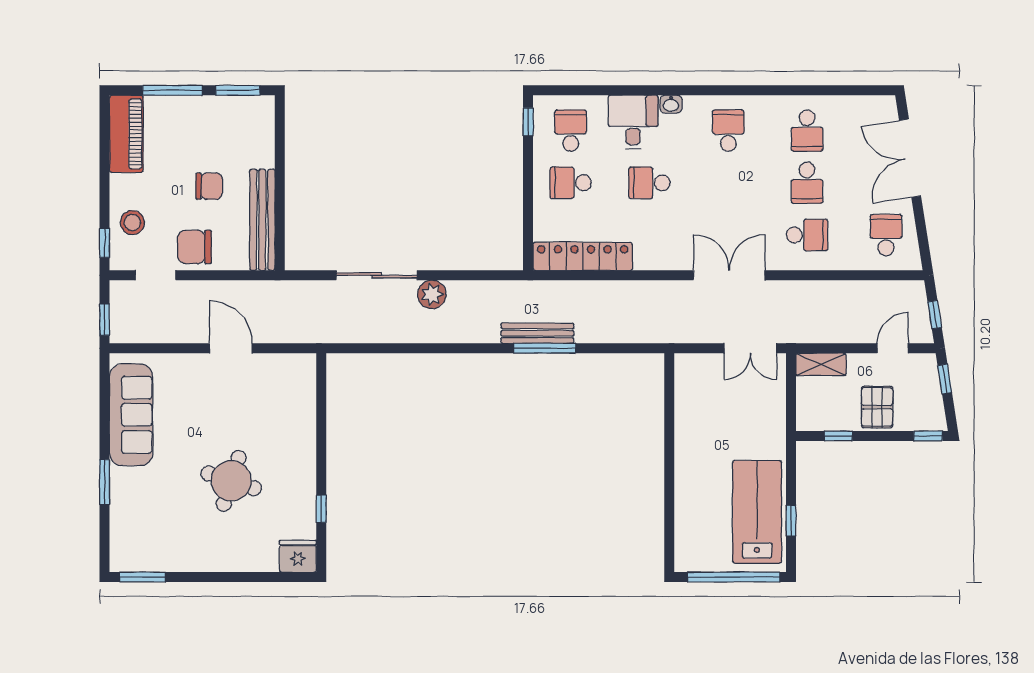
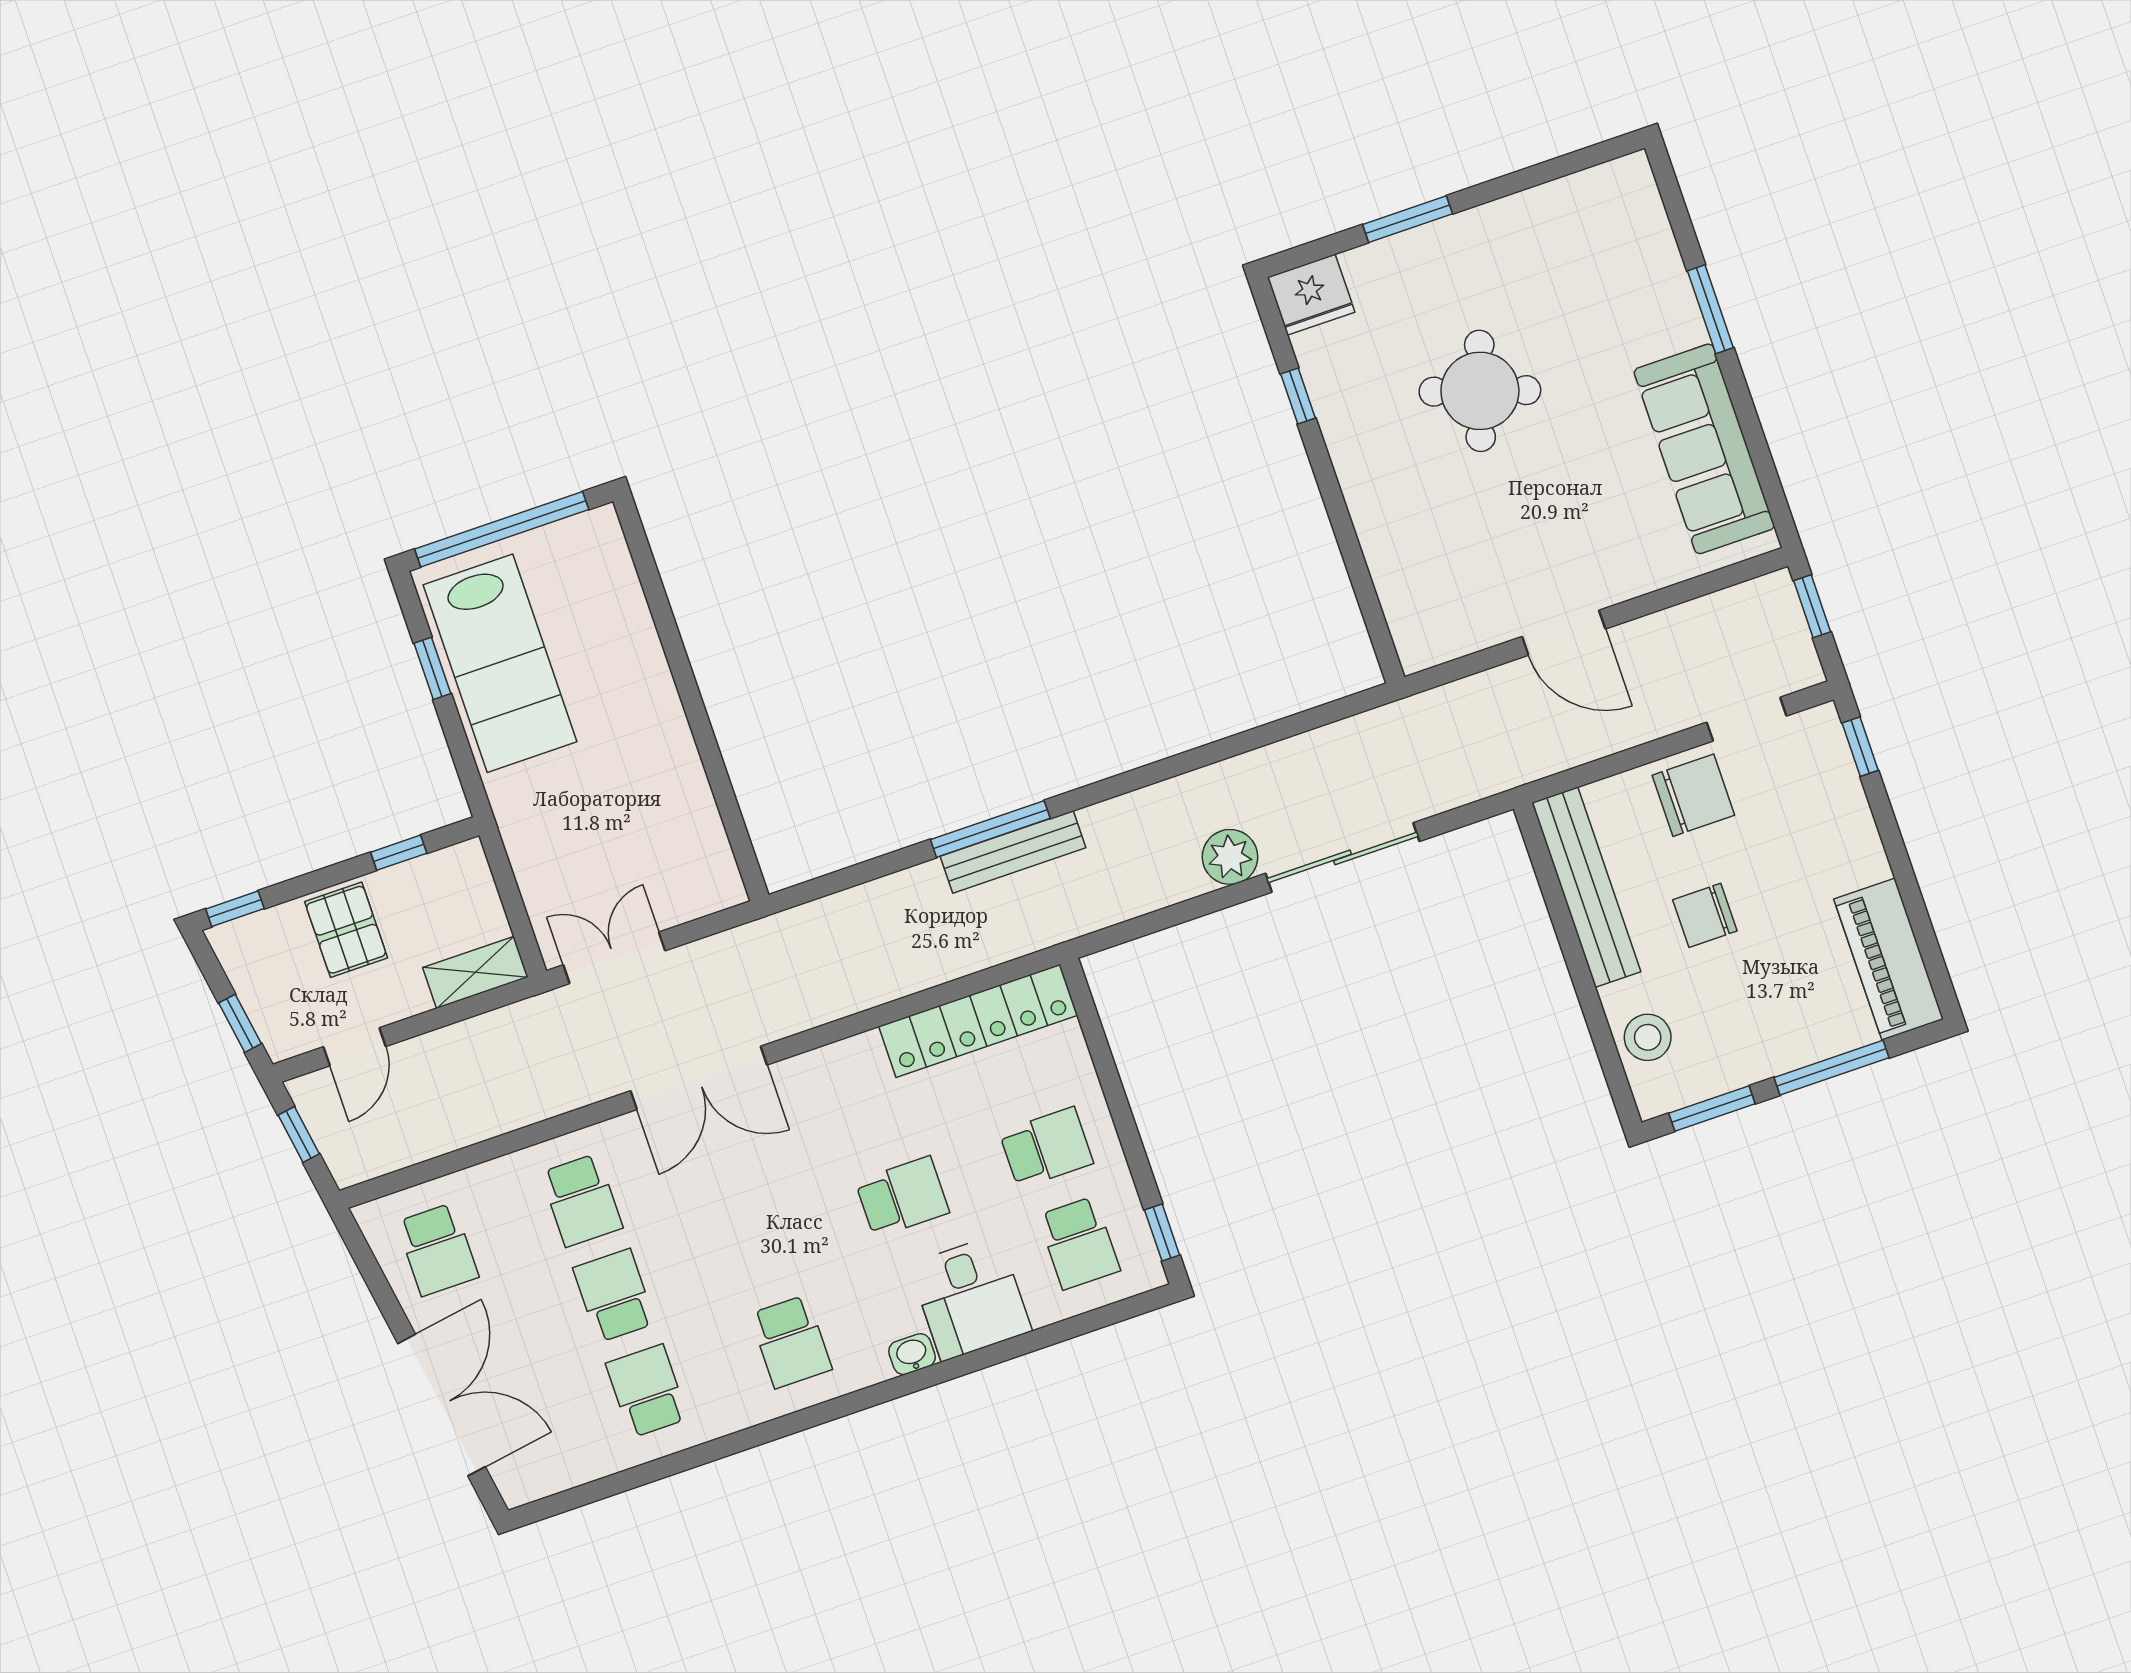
stool: (132, 223) -> (1648, 1037), moved
school desk: (807, 235) -> (582, 1200), turned -90
window: (142, 577) -> (1408, 219), moved

